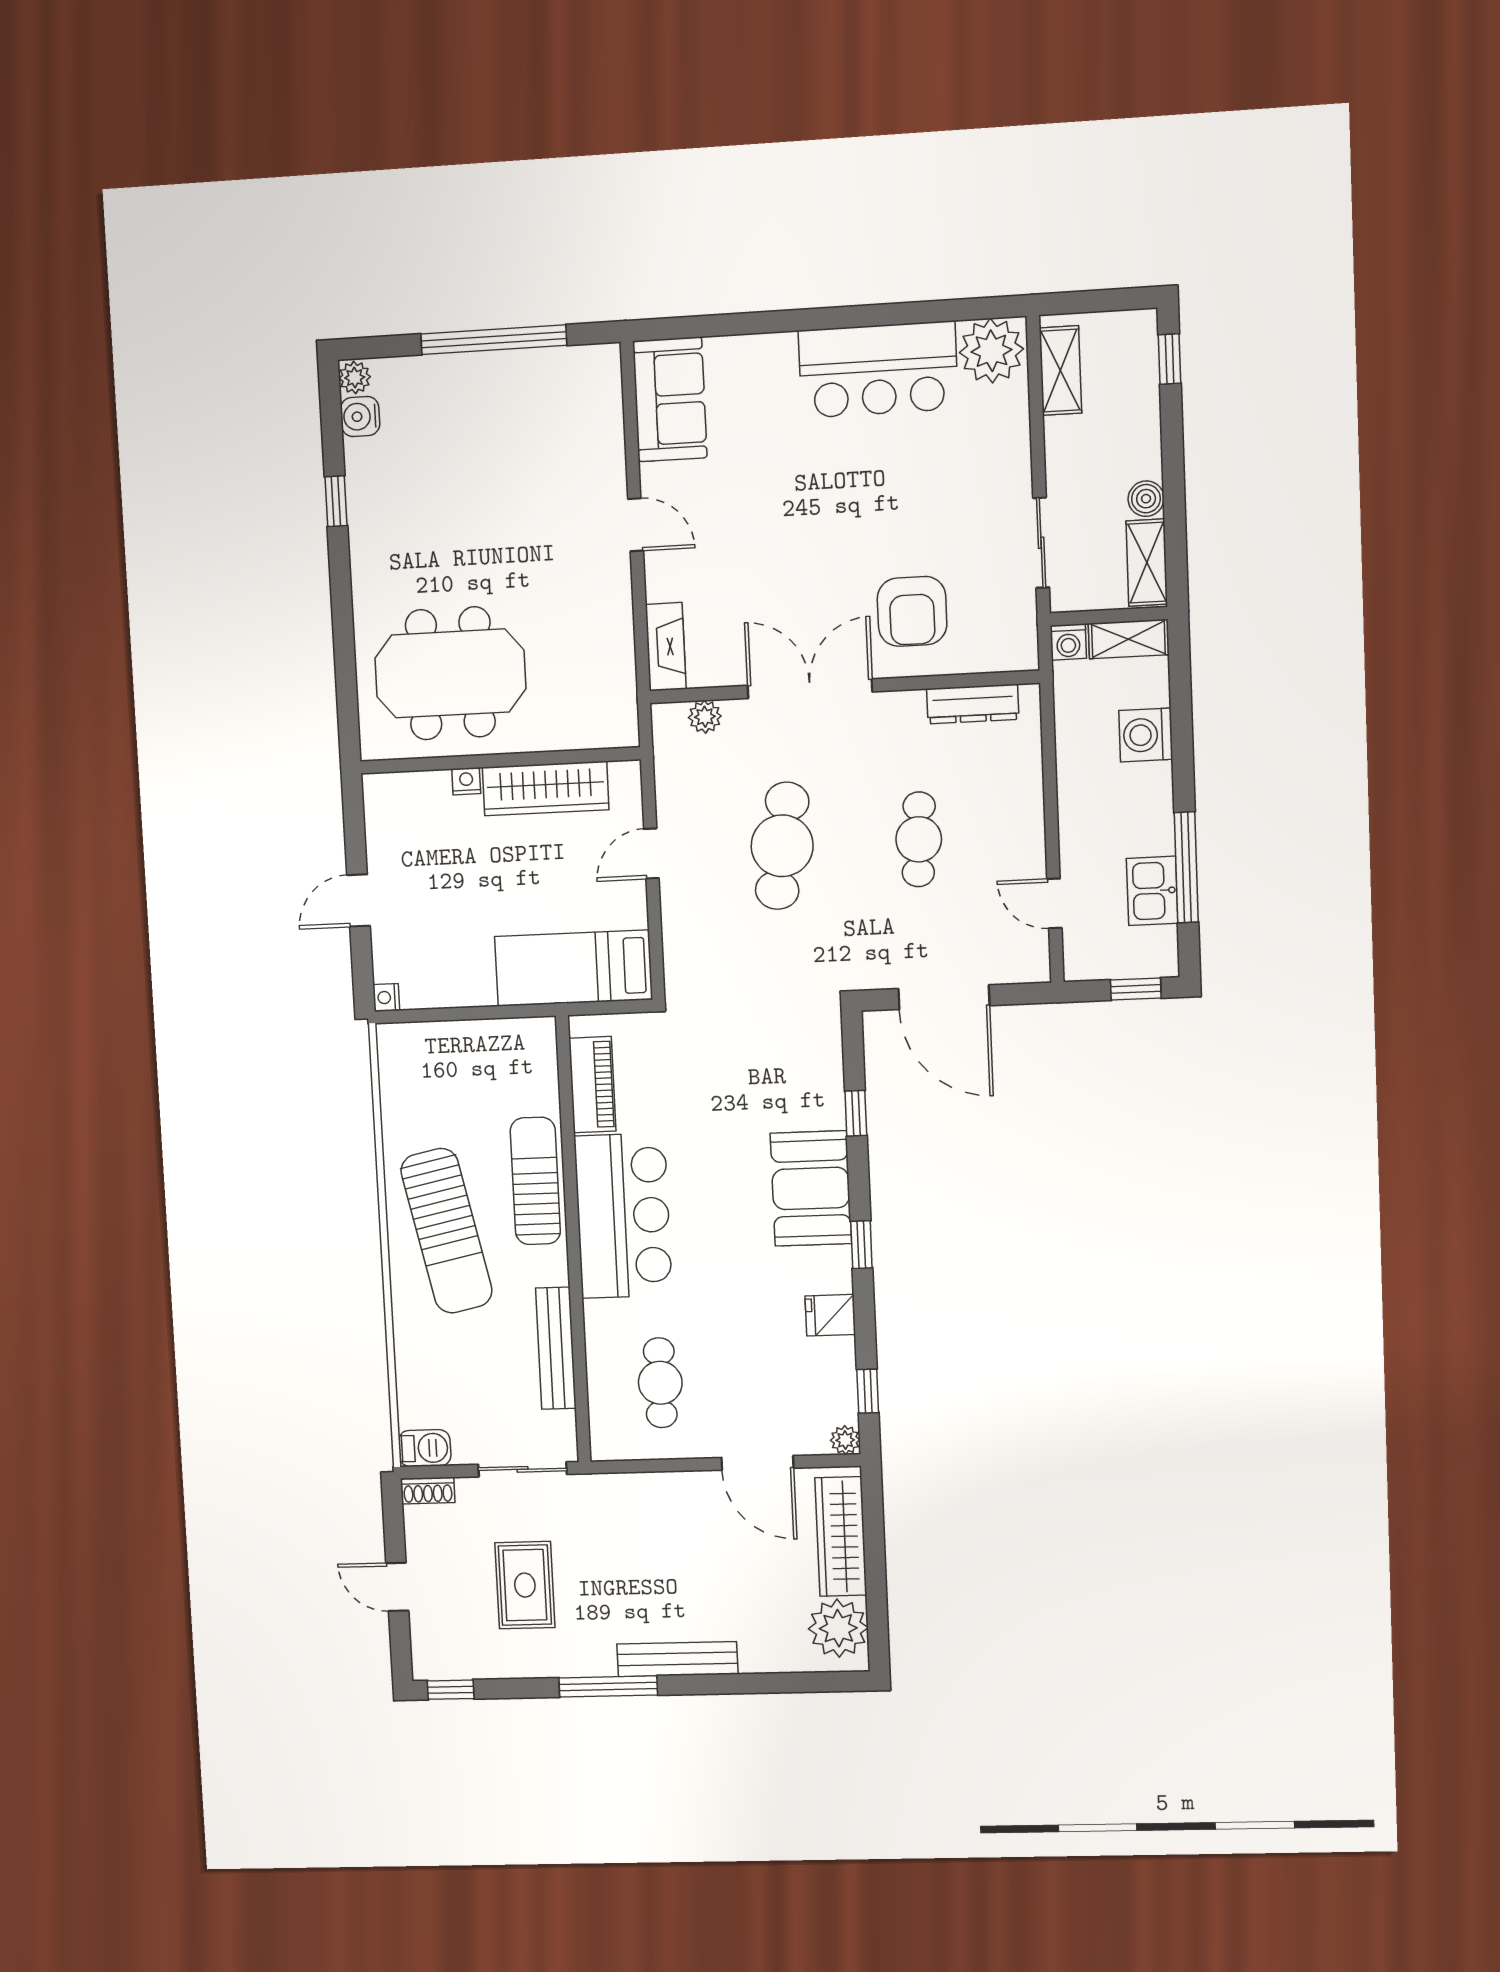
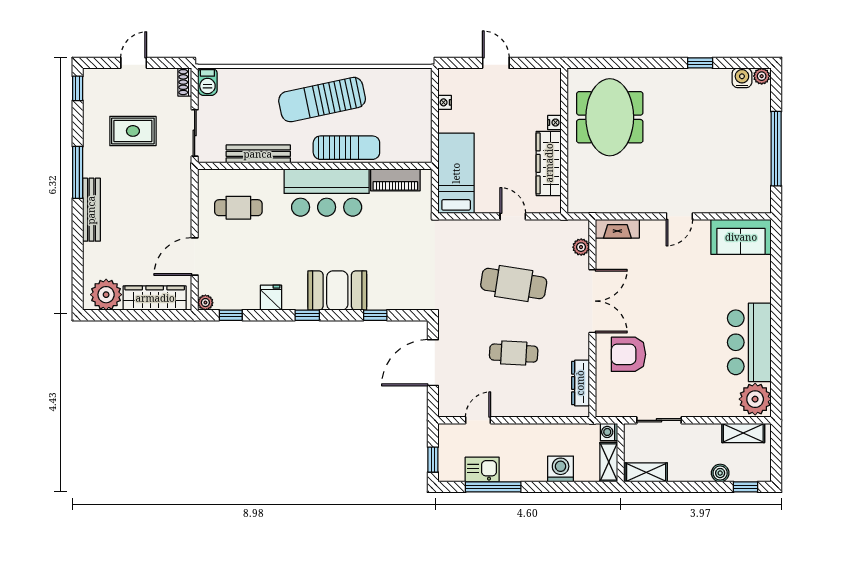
boiler: (1146, 499) -> (720, 473), moved
nightstand: (386, 997) -> (445, 102), moved, turned -90

